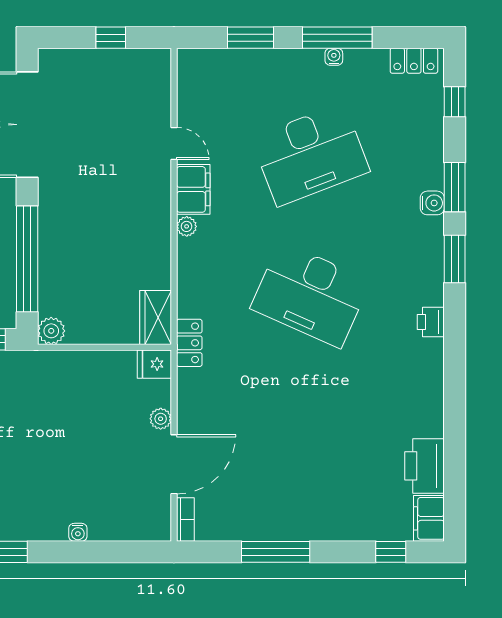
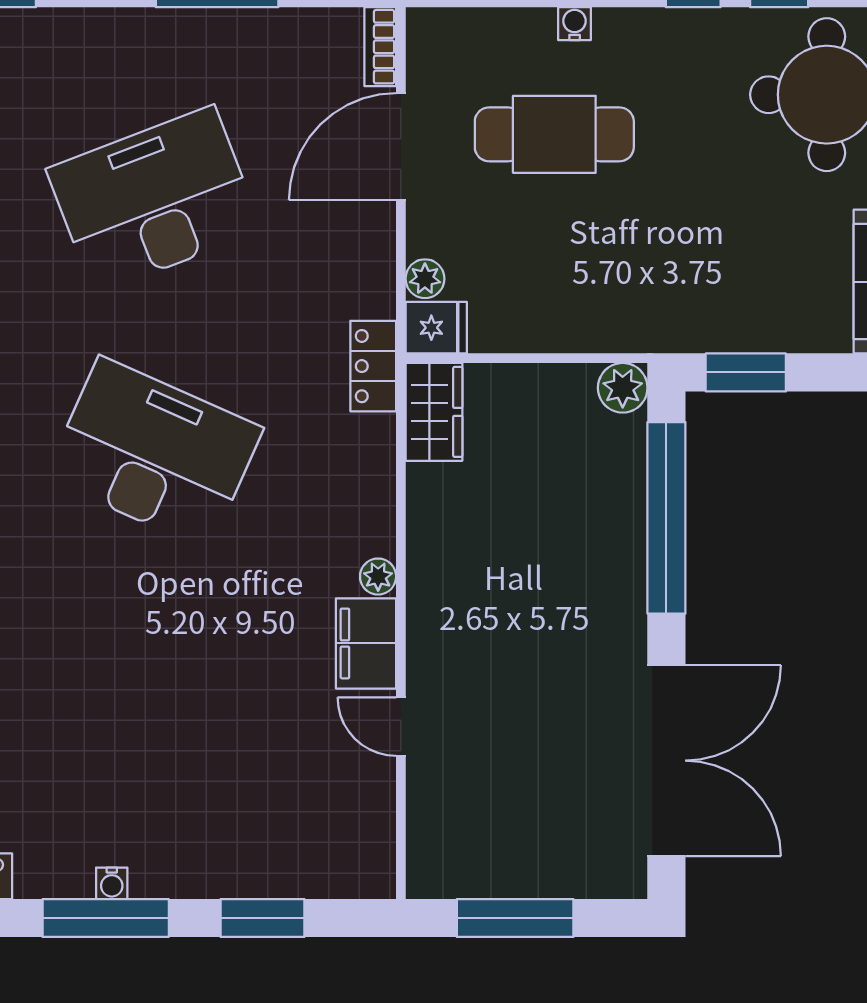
window: (111, 38) -> (515, 918), width x2.17
desk: (310, 155) -> (154, 200), moved
plant: (161, 419) -> (425, 279), moved
cafe table: (89, 471) -> (554, 134), added

